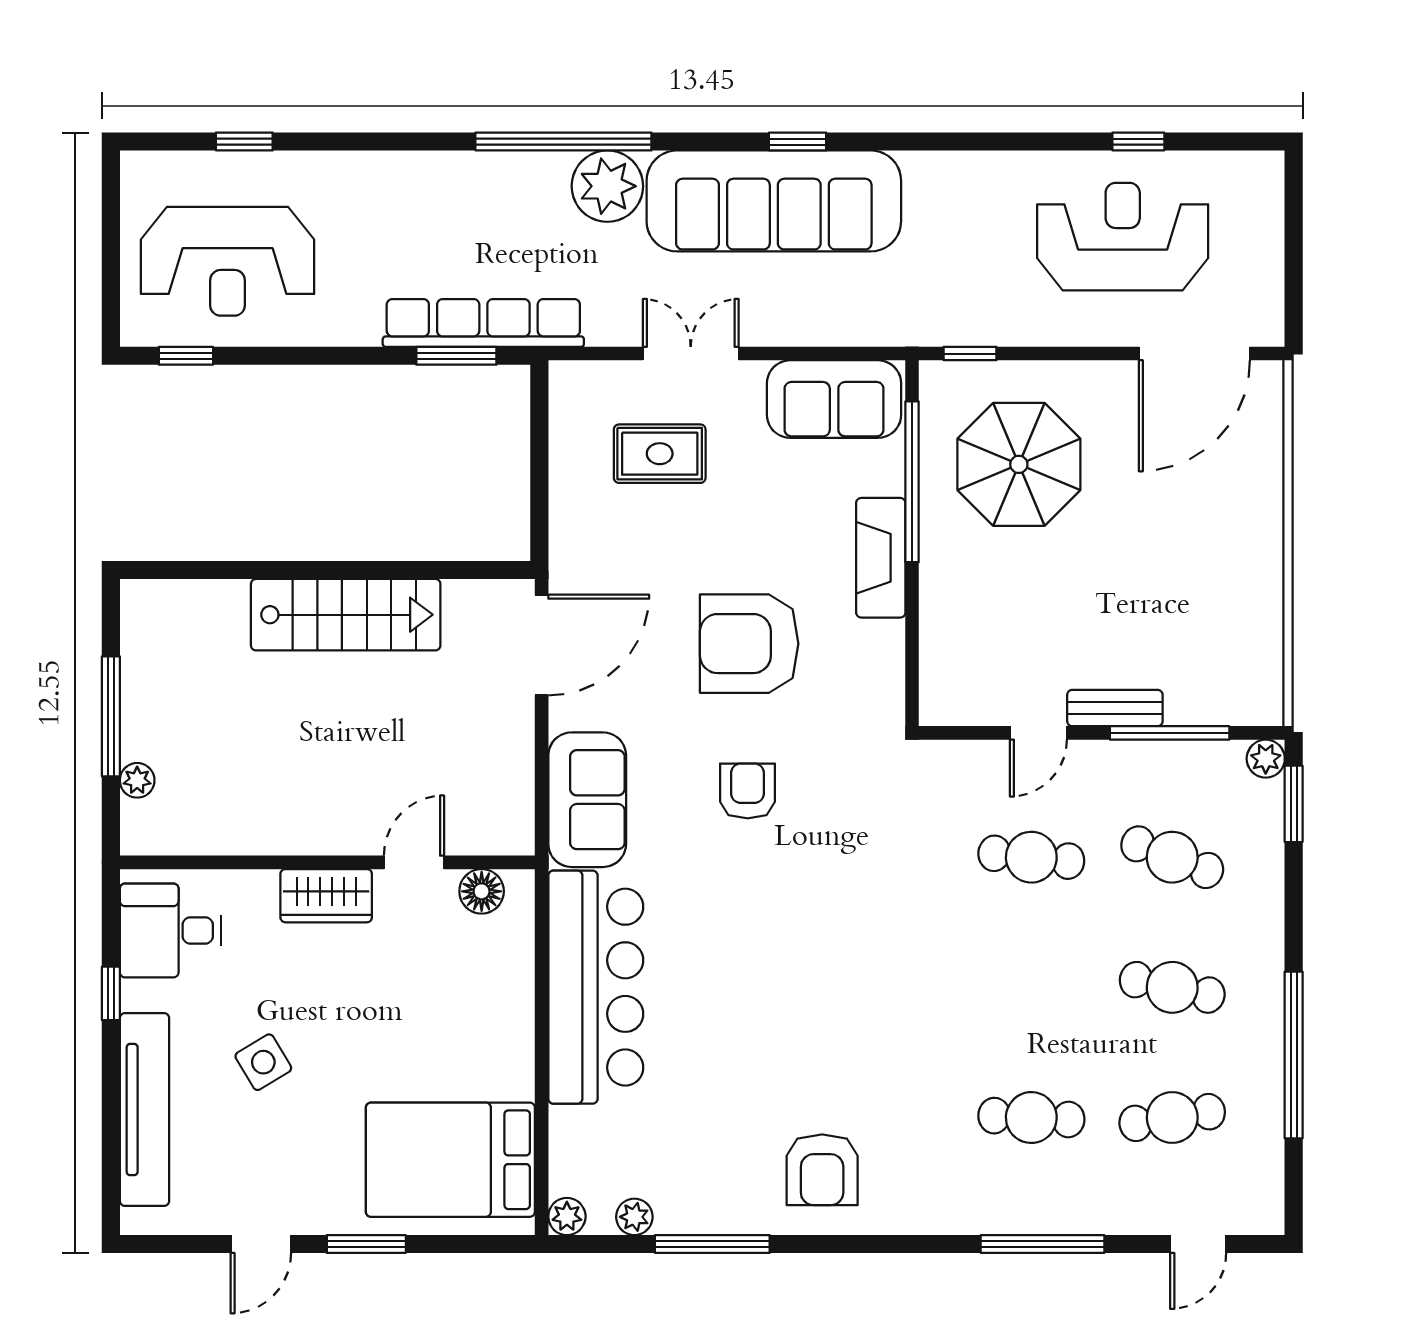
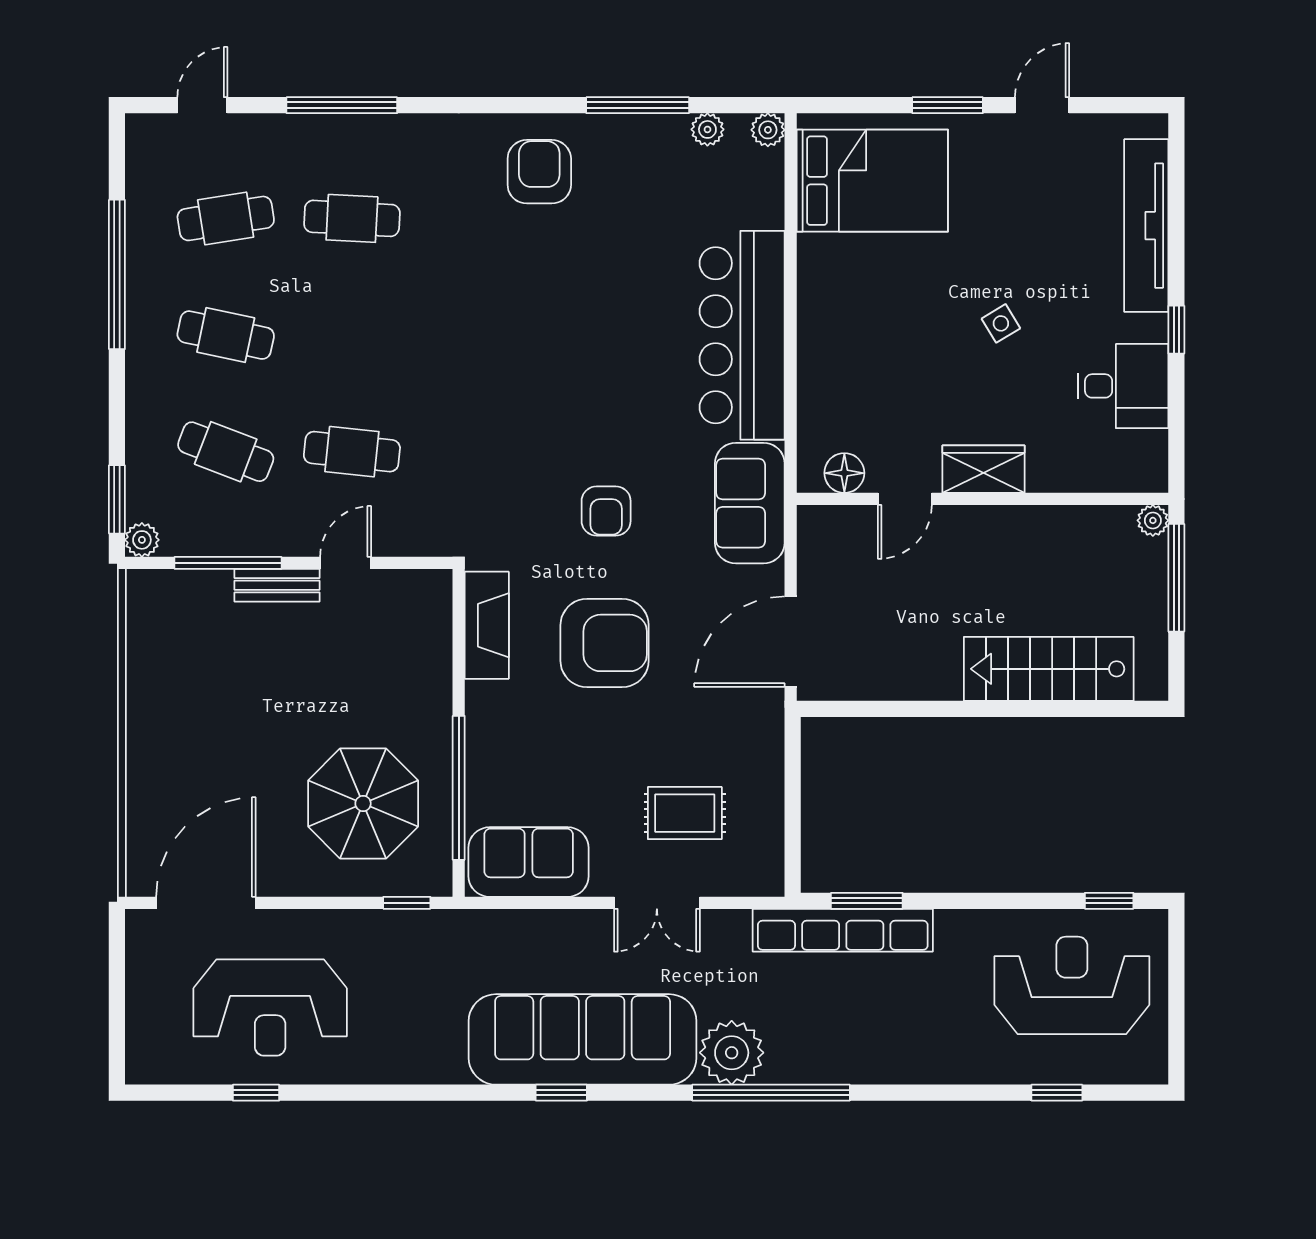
fireplace: (881, 558) -> (487, 625), moved
stairs: (346, 615) -> (1049, 669), moved
wall: (327, 862) -> (982, 499), moved
door: (414, 862) -> (905, 499), moved
floor lamp: (482, 891) -> (844, 473), moved
wardrobe: (326, 896) -> (984, 469), moved
side table: (263, 1062) -> (1001, 323), moved, width x0.73, depth x0.73

